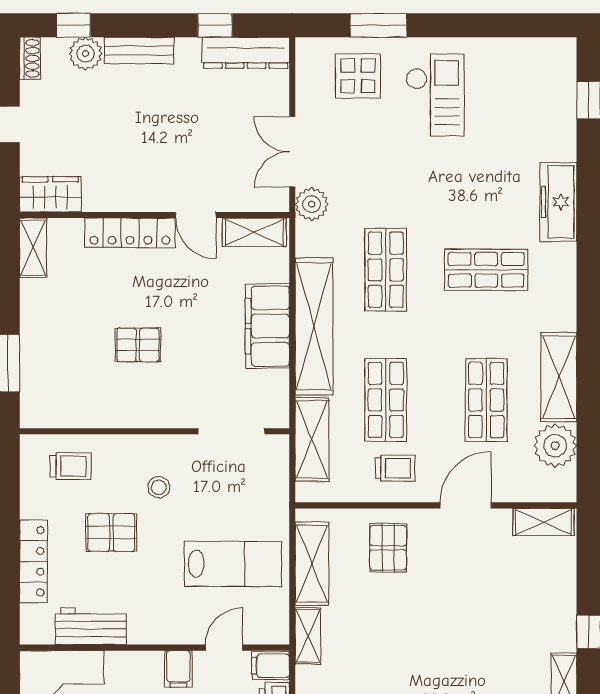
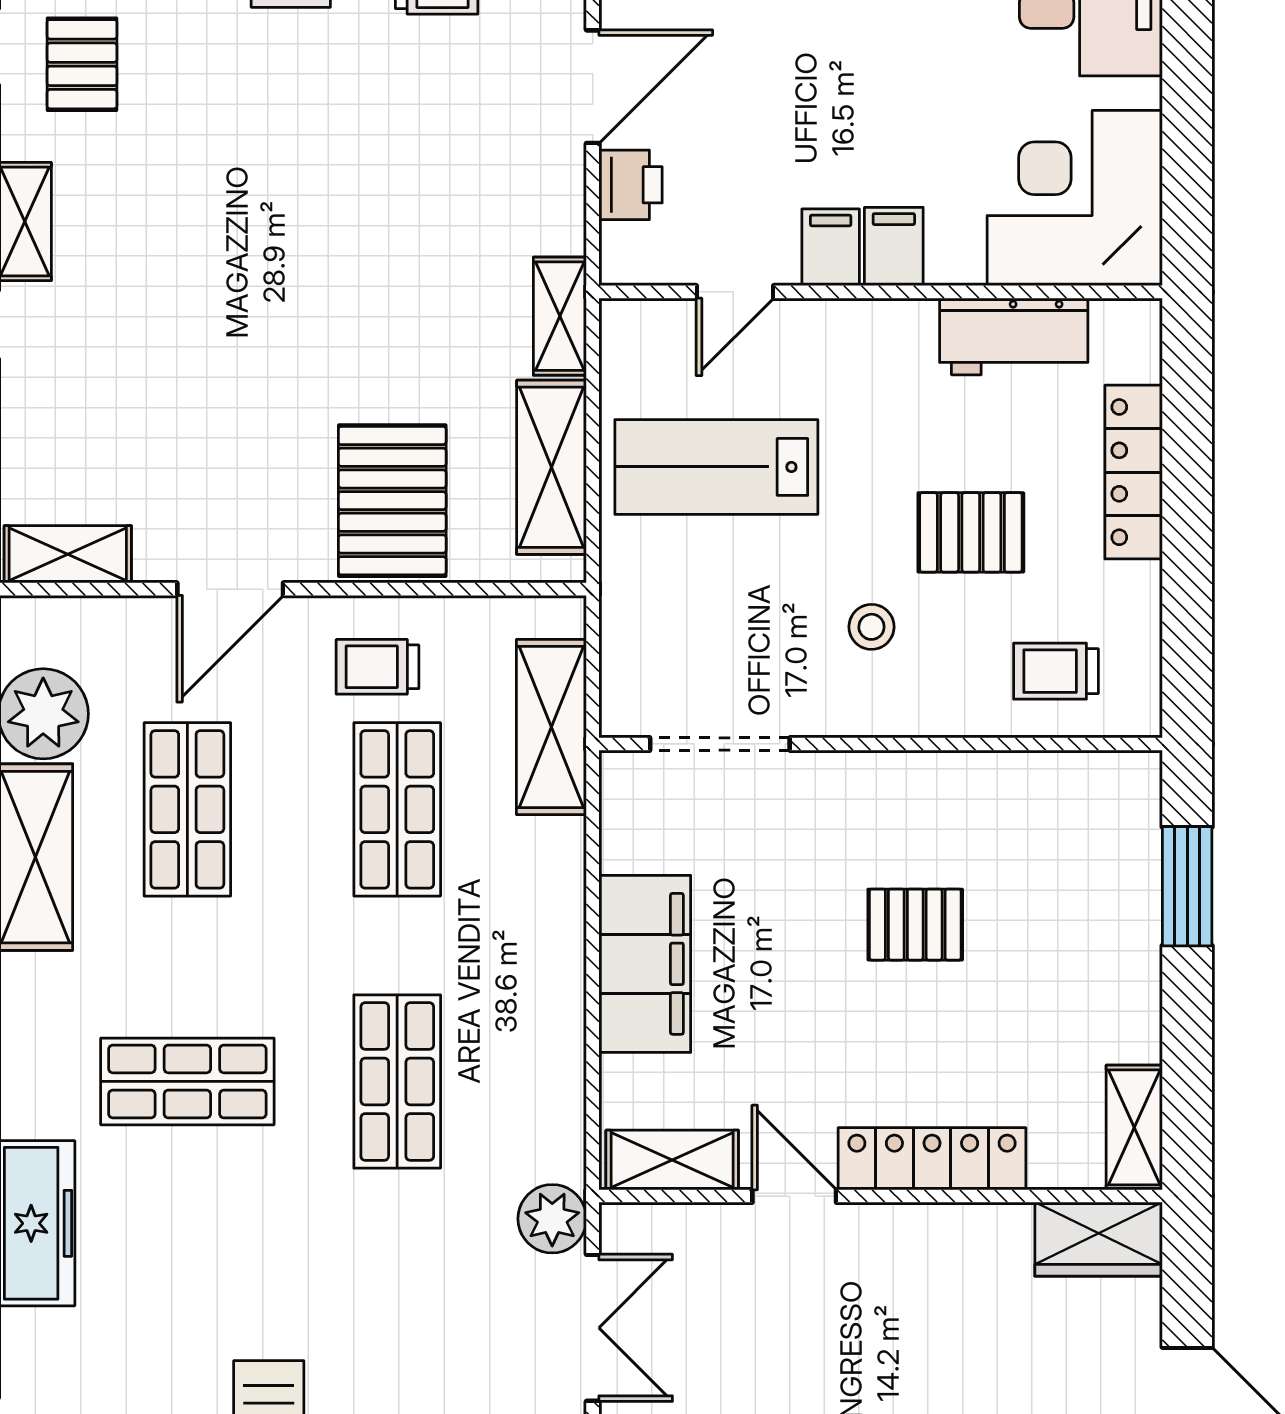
shelving: (314, 326) -> (547, 963), removed
pallet: (388, 548) -> (392, 501), width x1.50, depth x1.42
filing cabinet: (271, 666) -> (894, 246), moved, turned -90

